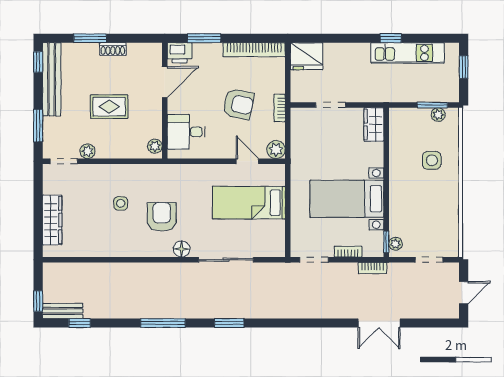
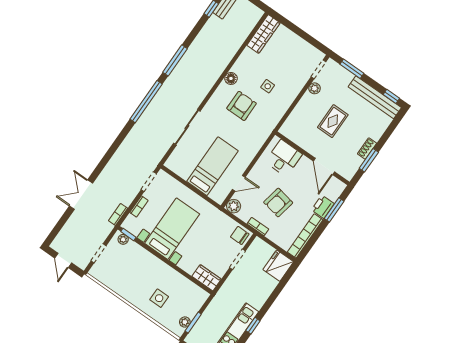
window: (90, 38) -> (369, 160), moved
printer: (180, 53) -> (323, 207), moved
chair: (303, 121) -> (240, 235), added
plant: (155, 146) -> (288, 132), removed
armchair: (162, 217) -> (242, 106), turned -90
wardrobe: (52, 220) -> (263, 34), moved, turned -90
floor lamp: (182, 249) -> (231, 78), moved
window: (229, 323) -> (146, 102), width x2.11

